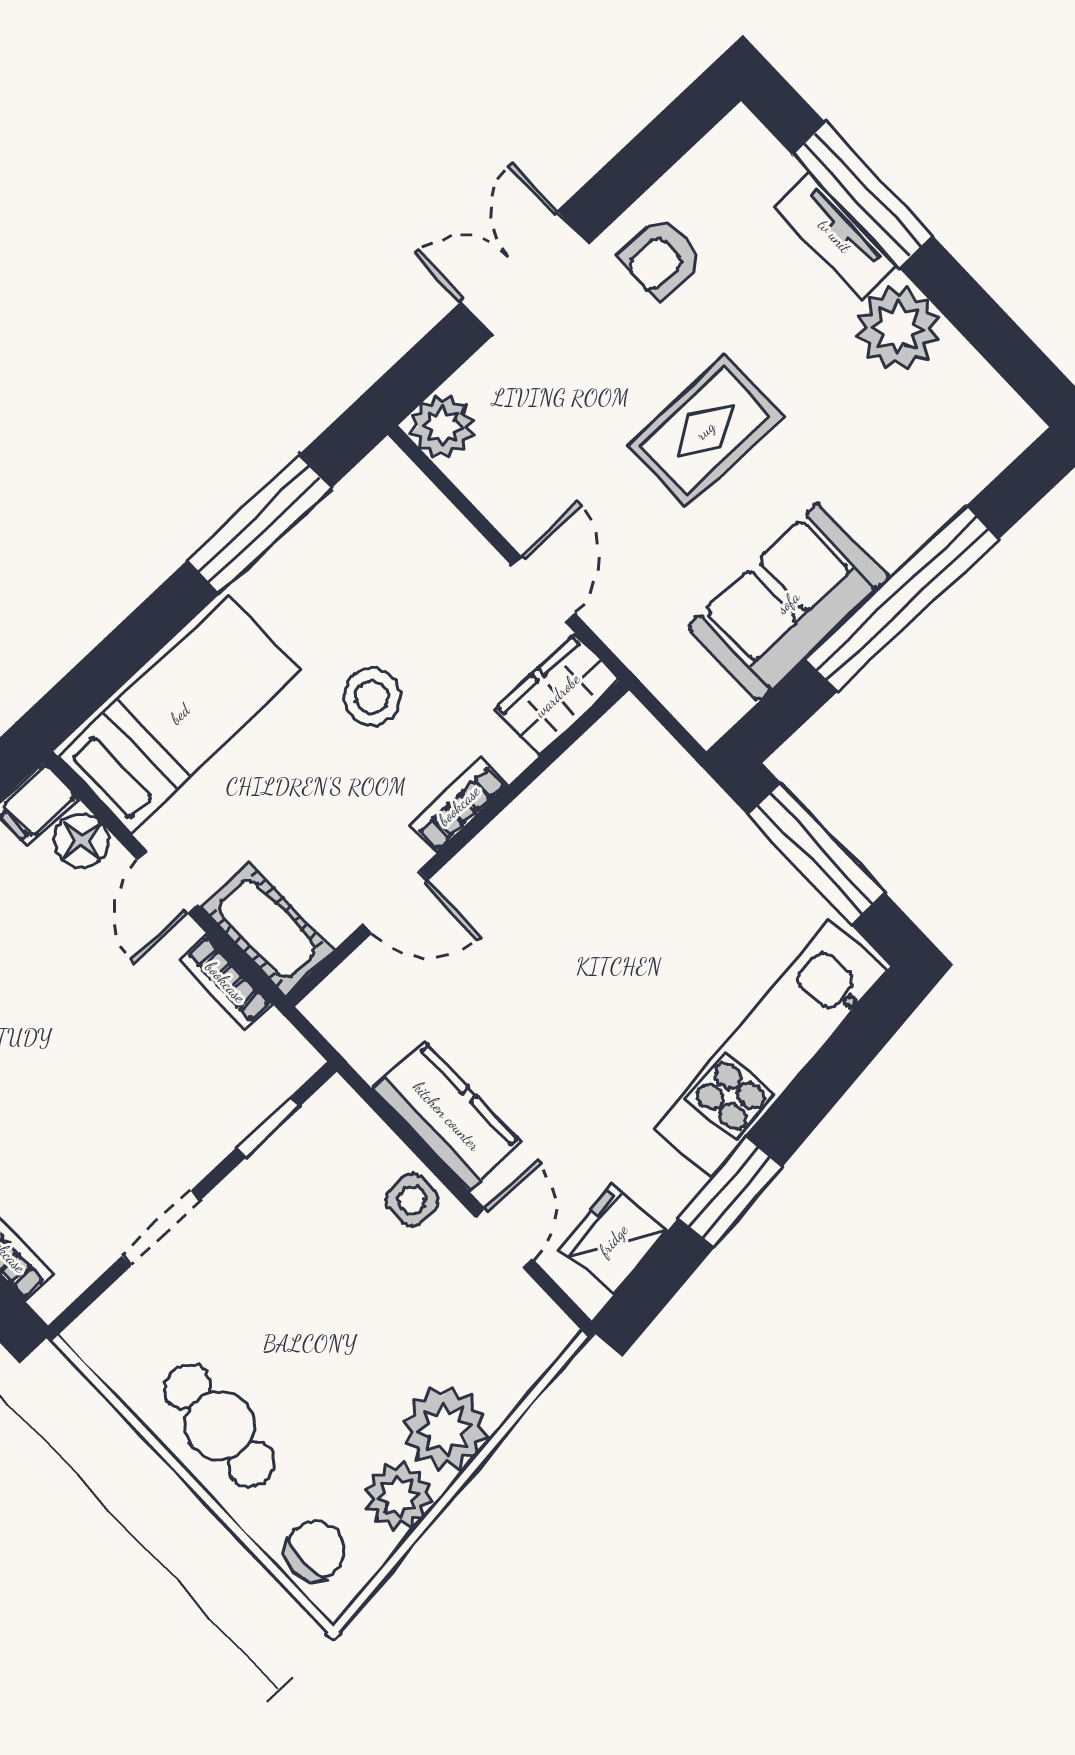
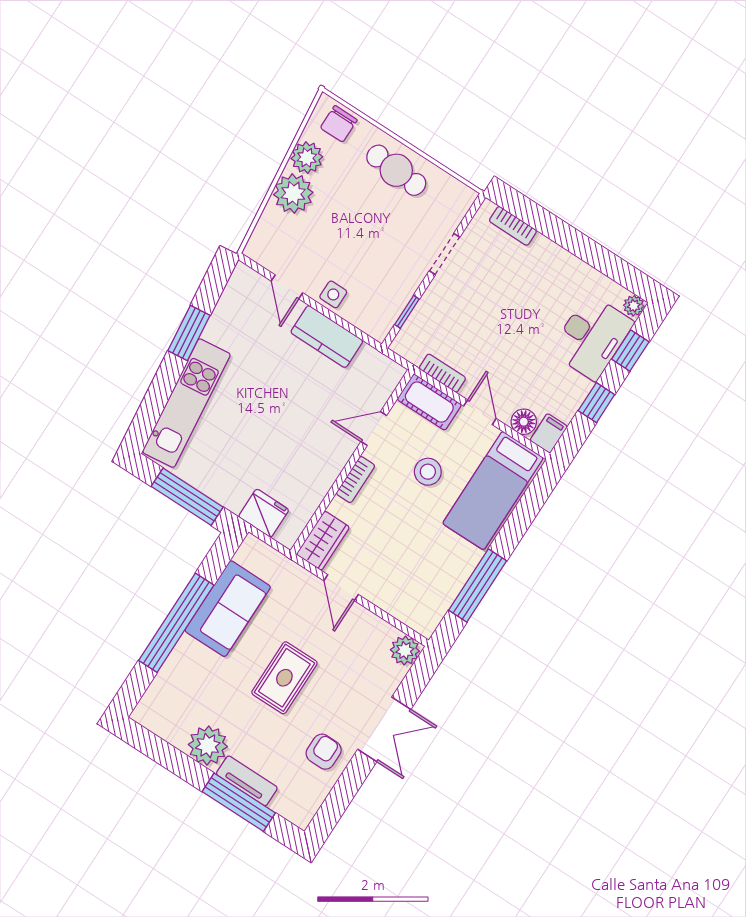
stool: (372, 697) -> (428, 472), moved
fridge: (613, 1240) -> (264, 513), moved, turned -84

